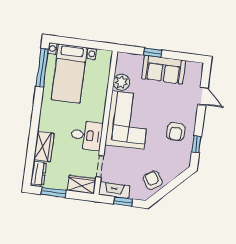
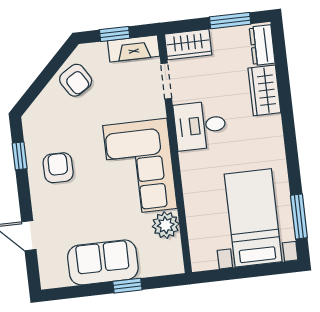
window: (42, 68) -> (299, 217), width x0.69

